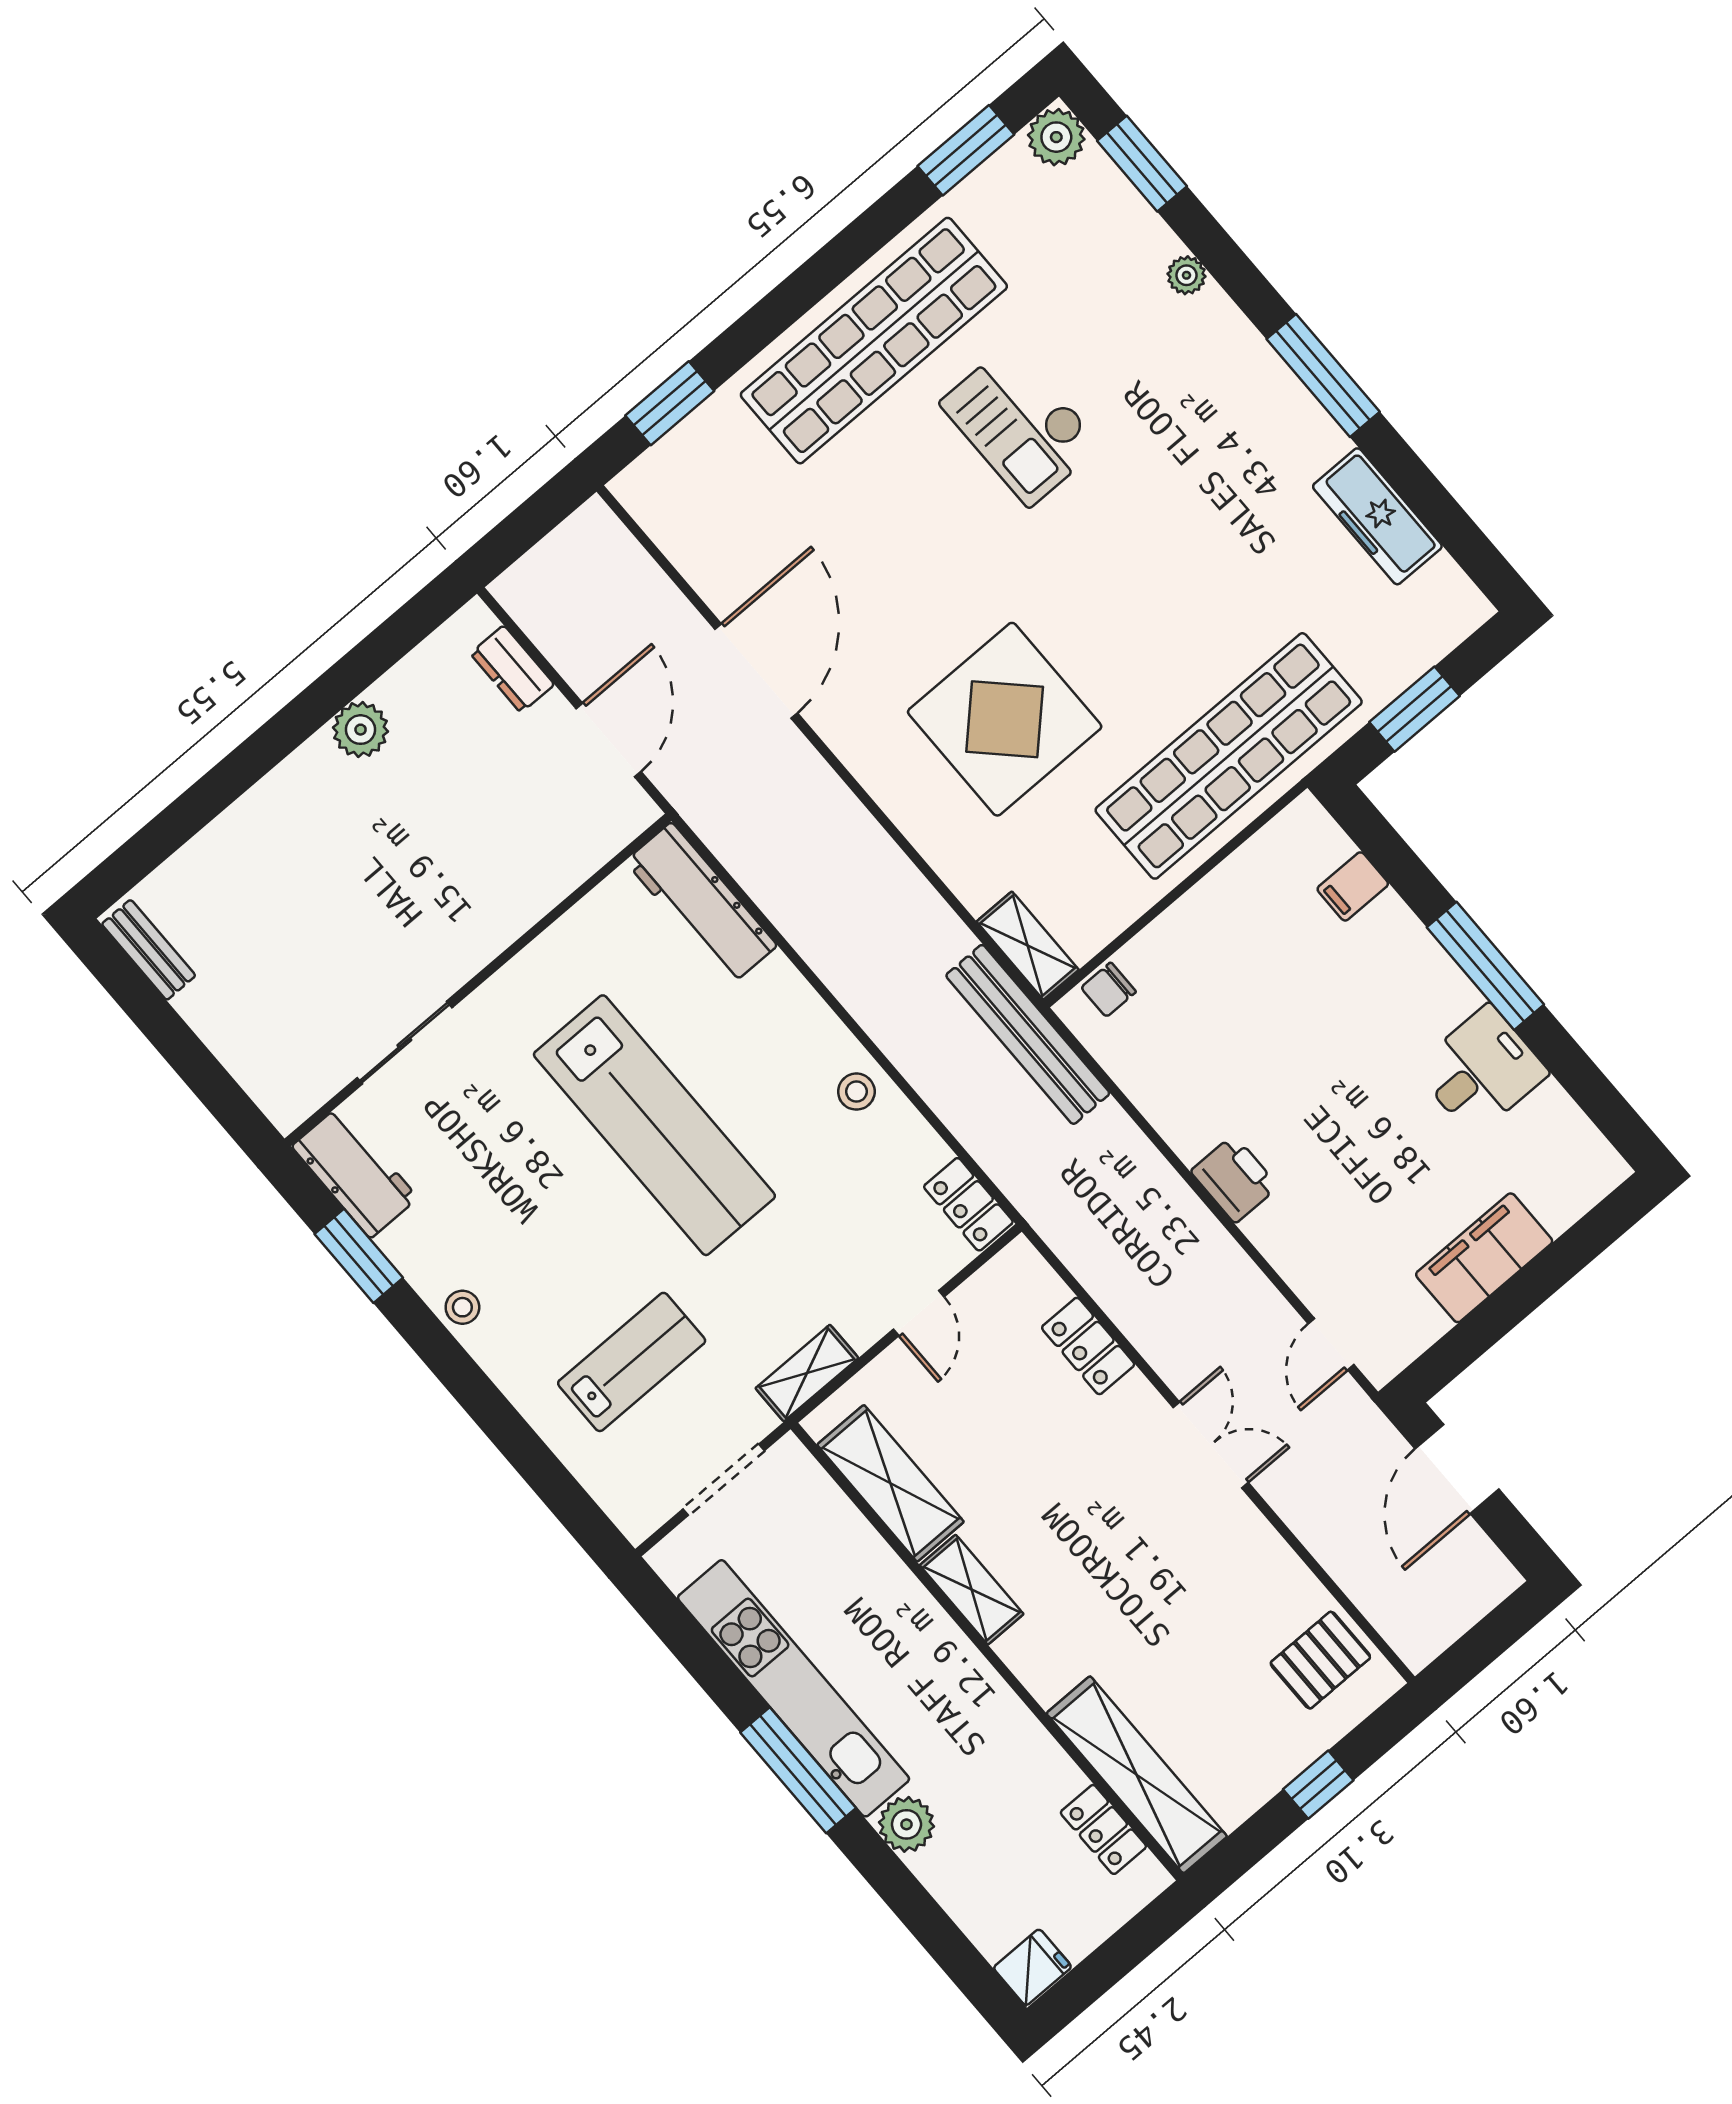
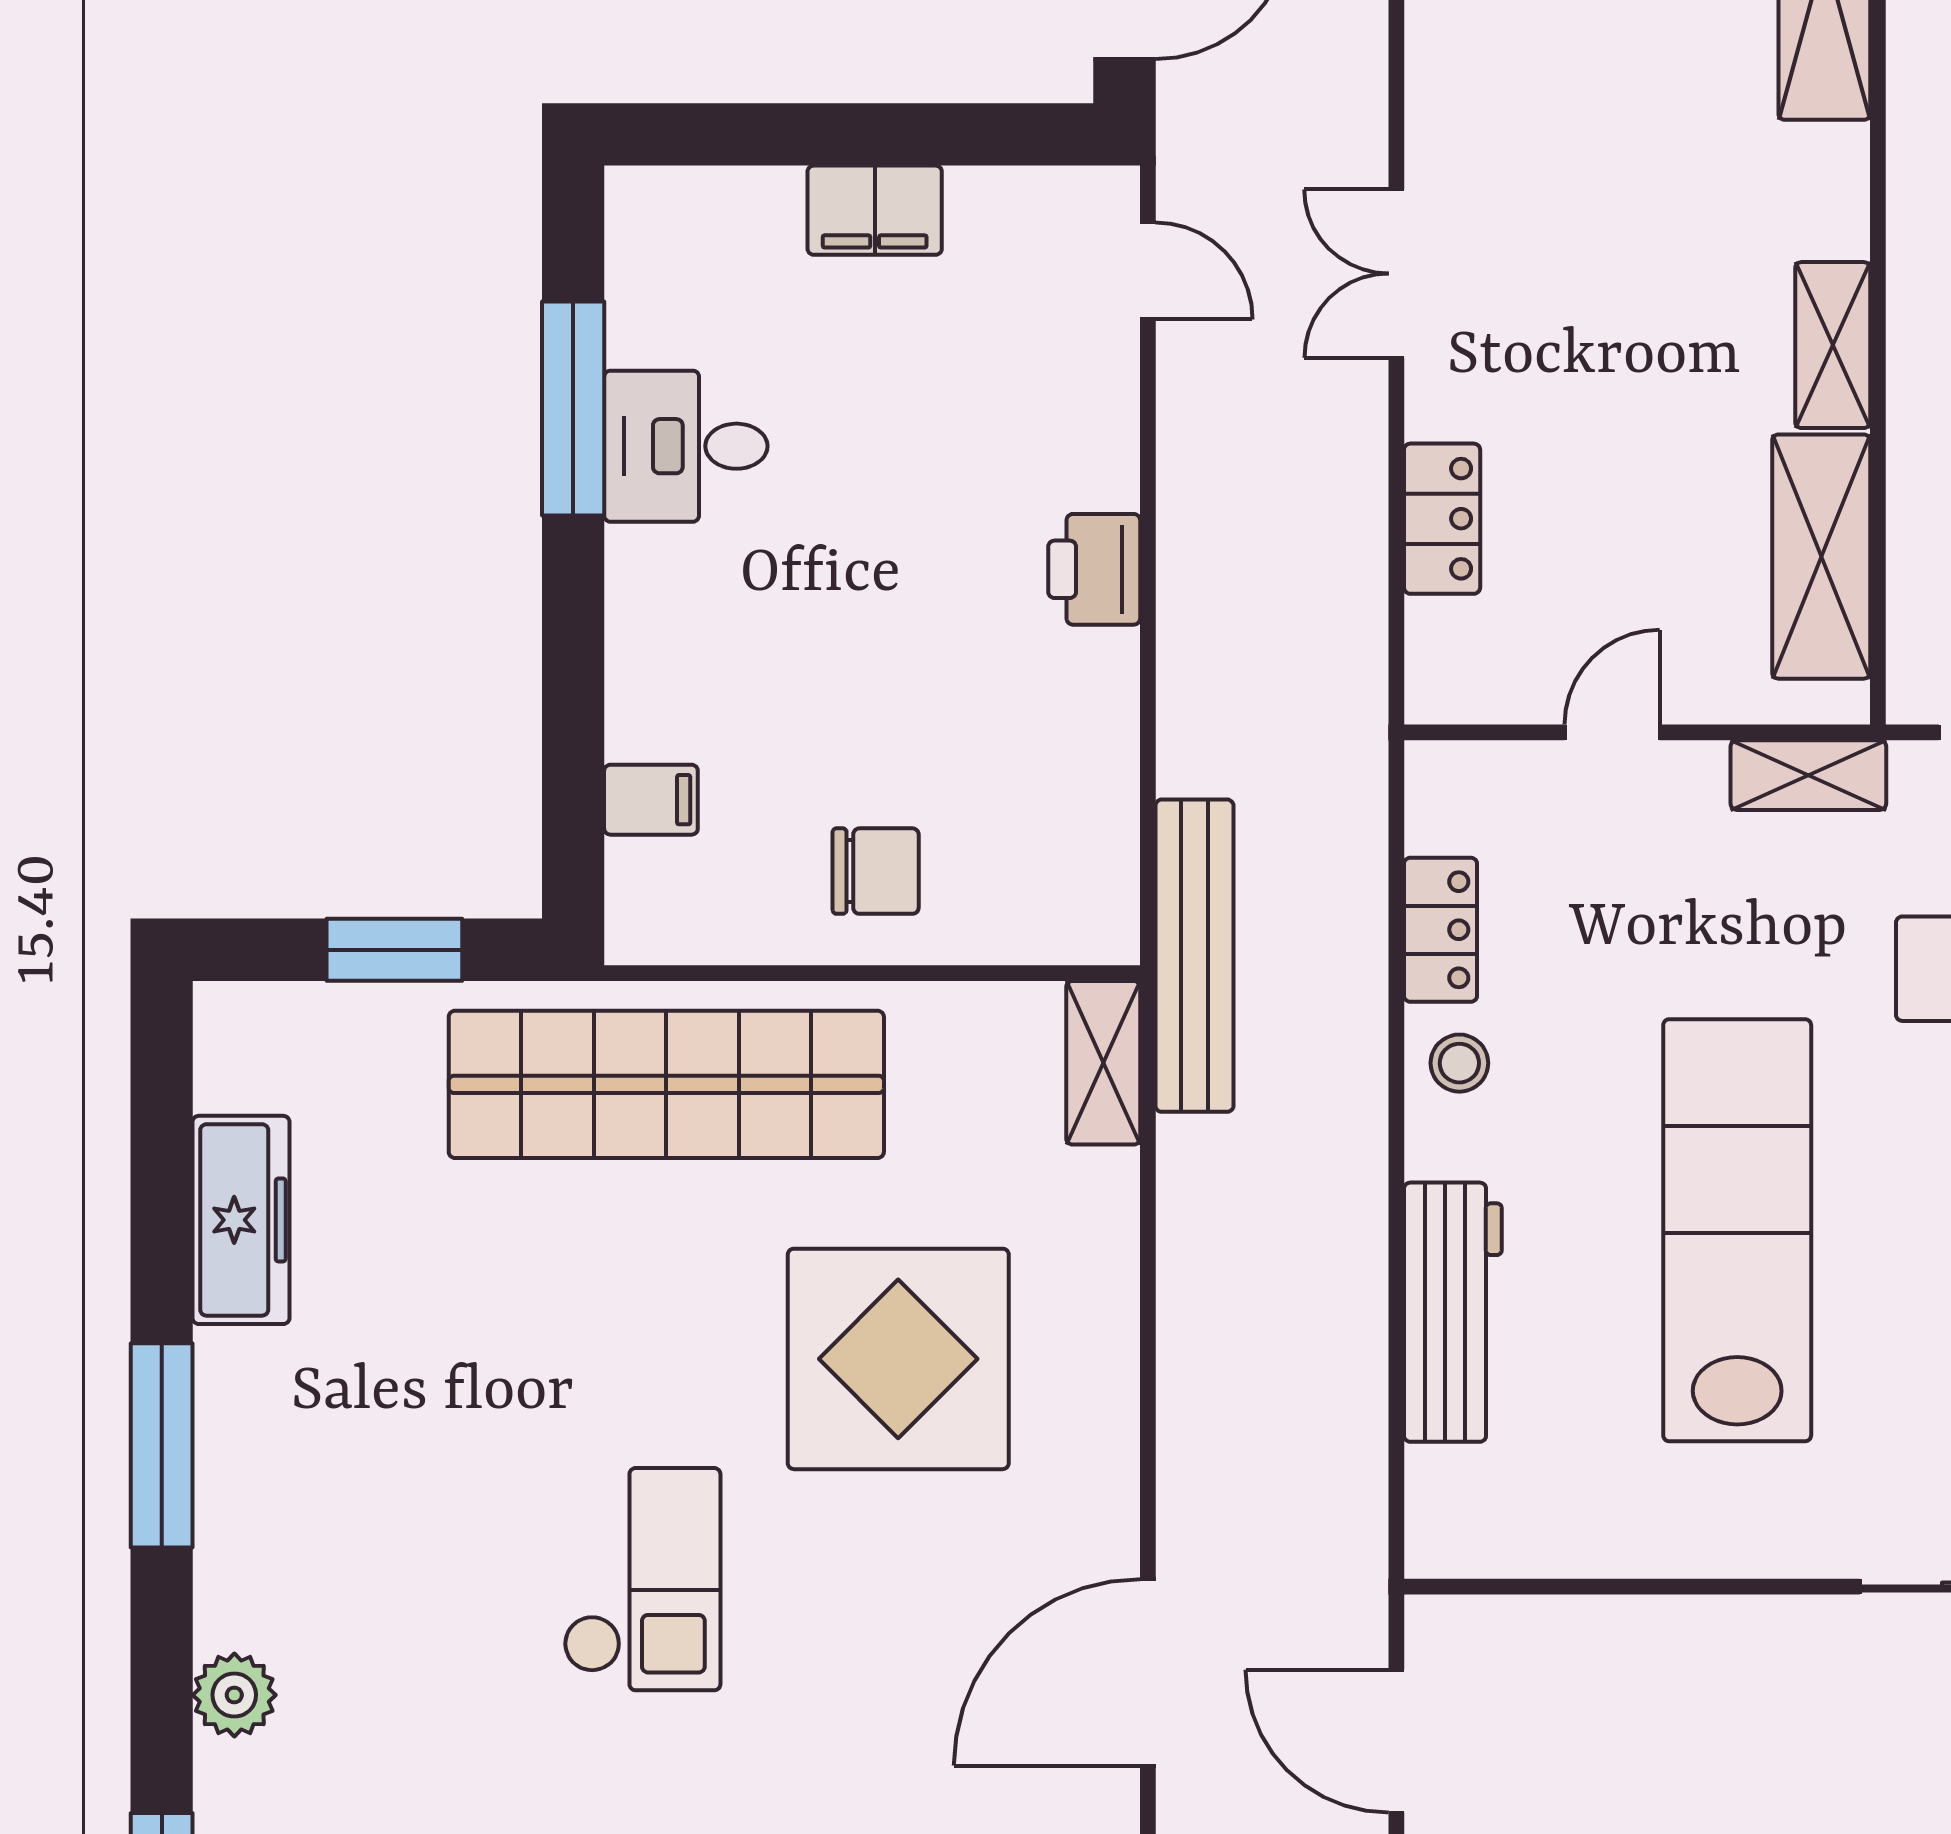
plant: (1186, 275) -> (234, 1695), width x1.38, depth x1.38
checkout: (1021, 424) -> (642, 1579), moved
door: (609, 740) -> (1396, 1741), hinge flipped
workbench: (701, 903) -> (1453, 1312), moved
window: (1485, 966) -> (573, 409), moved
chair: (1108, 990) -> (876, 871), moved, width x1.37, depth x1.37
locker: (968, 1204) -> (1441, 930), moved
filing cabinet: (1484, 1258) -> (875, 210), width x0.67, depth x0.86
door: (1331, 1344) -> (1148, 271), hinge flipped

